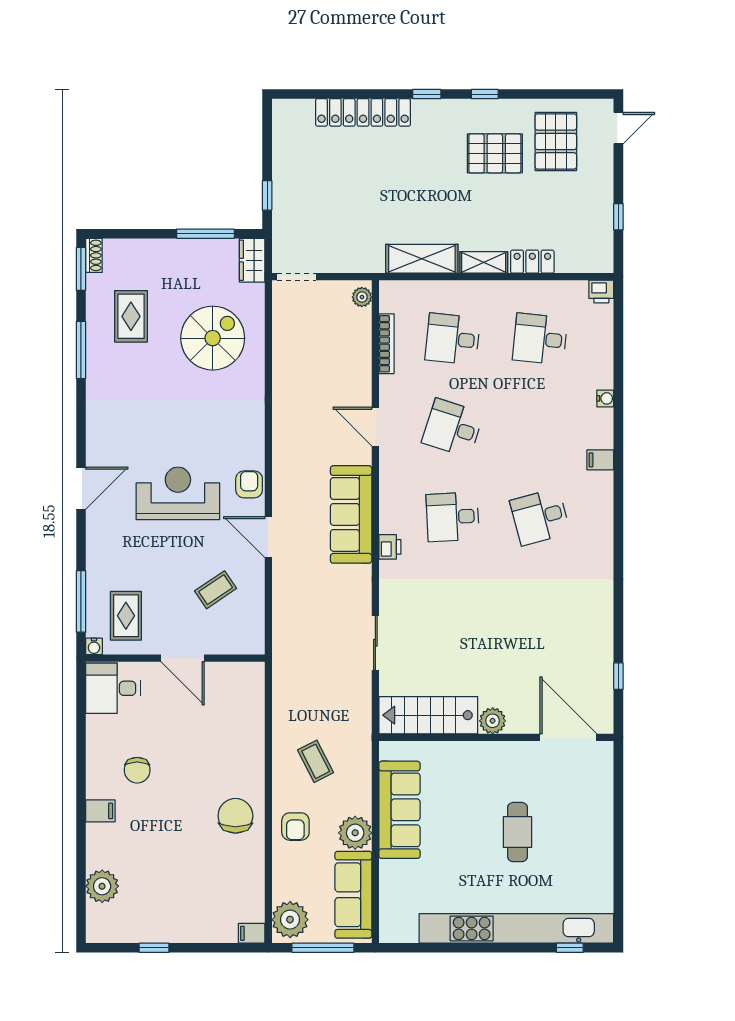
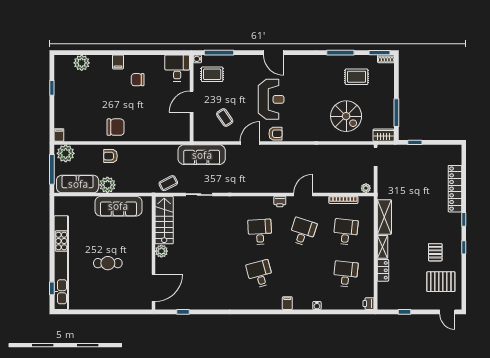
pallet: (495, 153) -> (435, 252), width x0.67, depth x0.71
sofa: (351, 514) -> (202, 155), moved, turned 180
printer: (390, 547) -> (280, 202), moved
coffee table: (316, 761) -> (168, 183), moved

